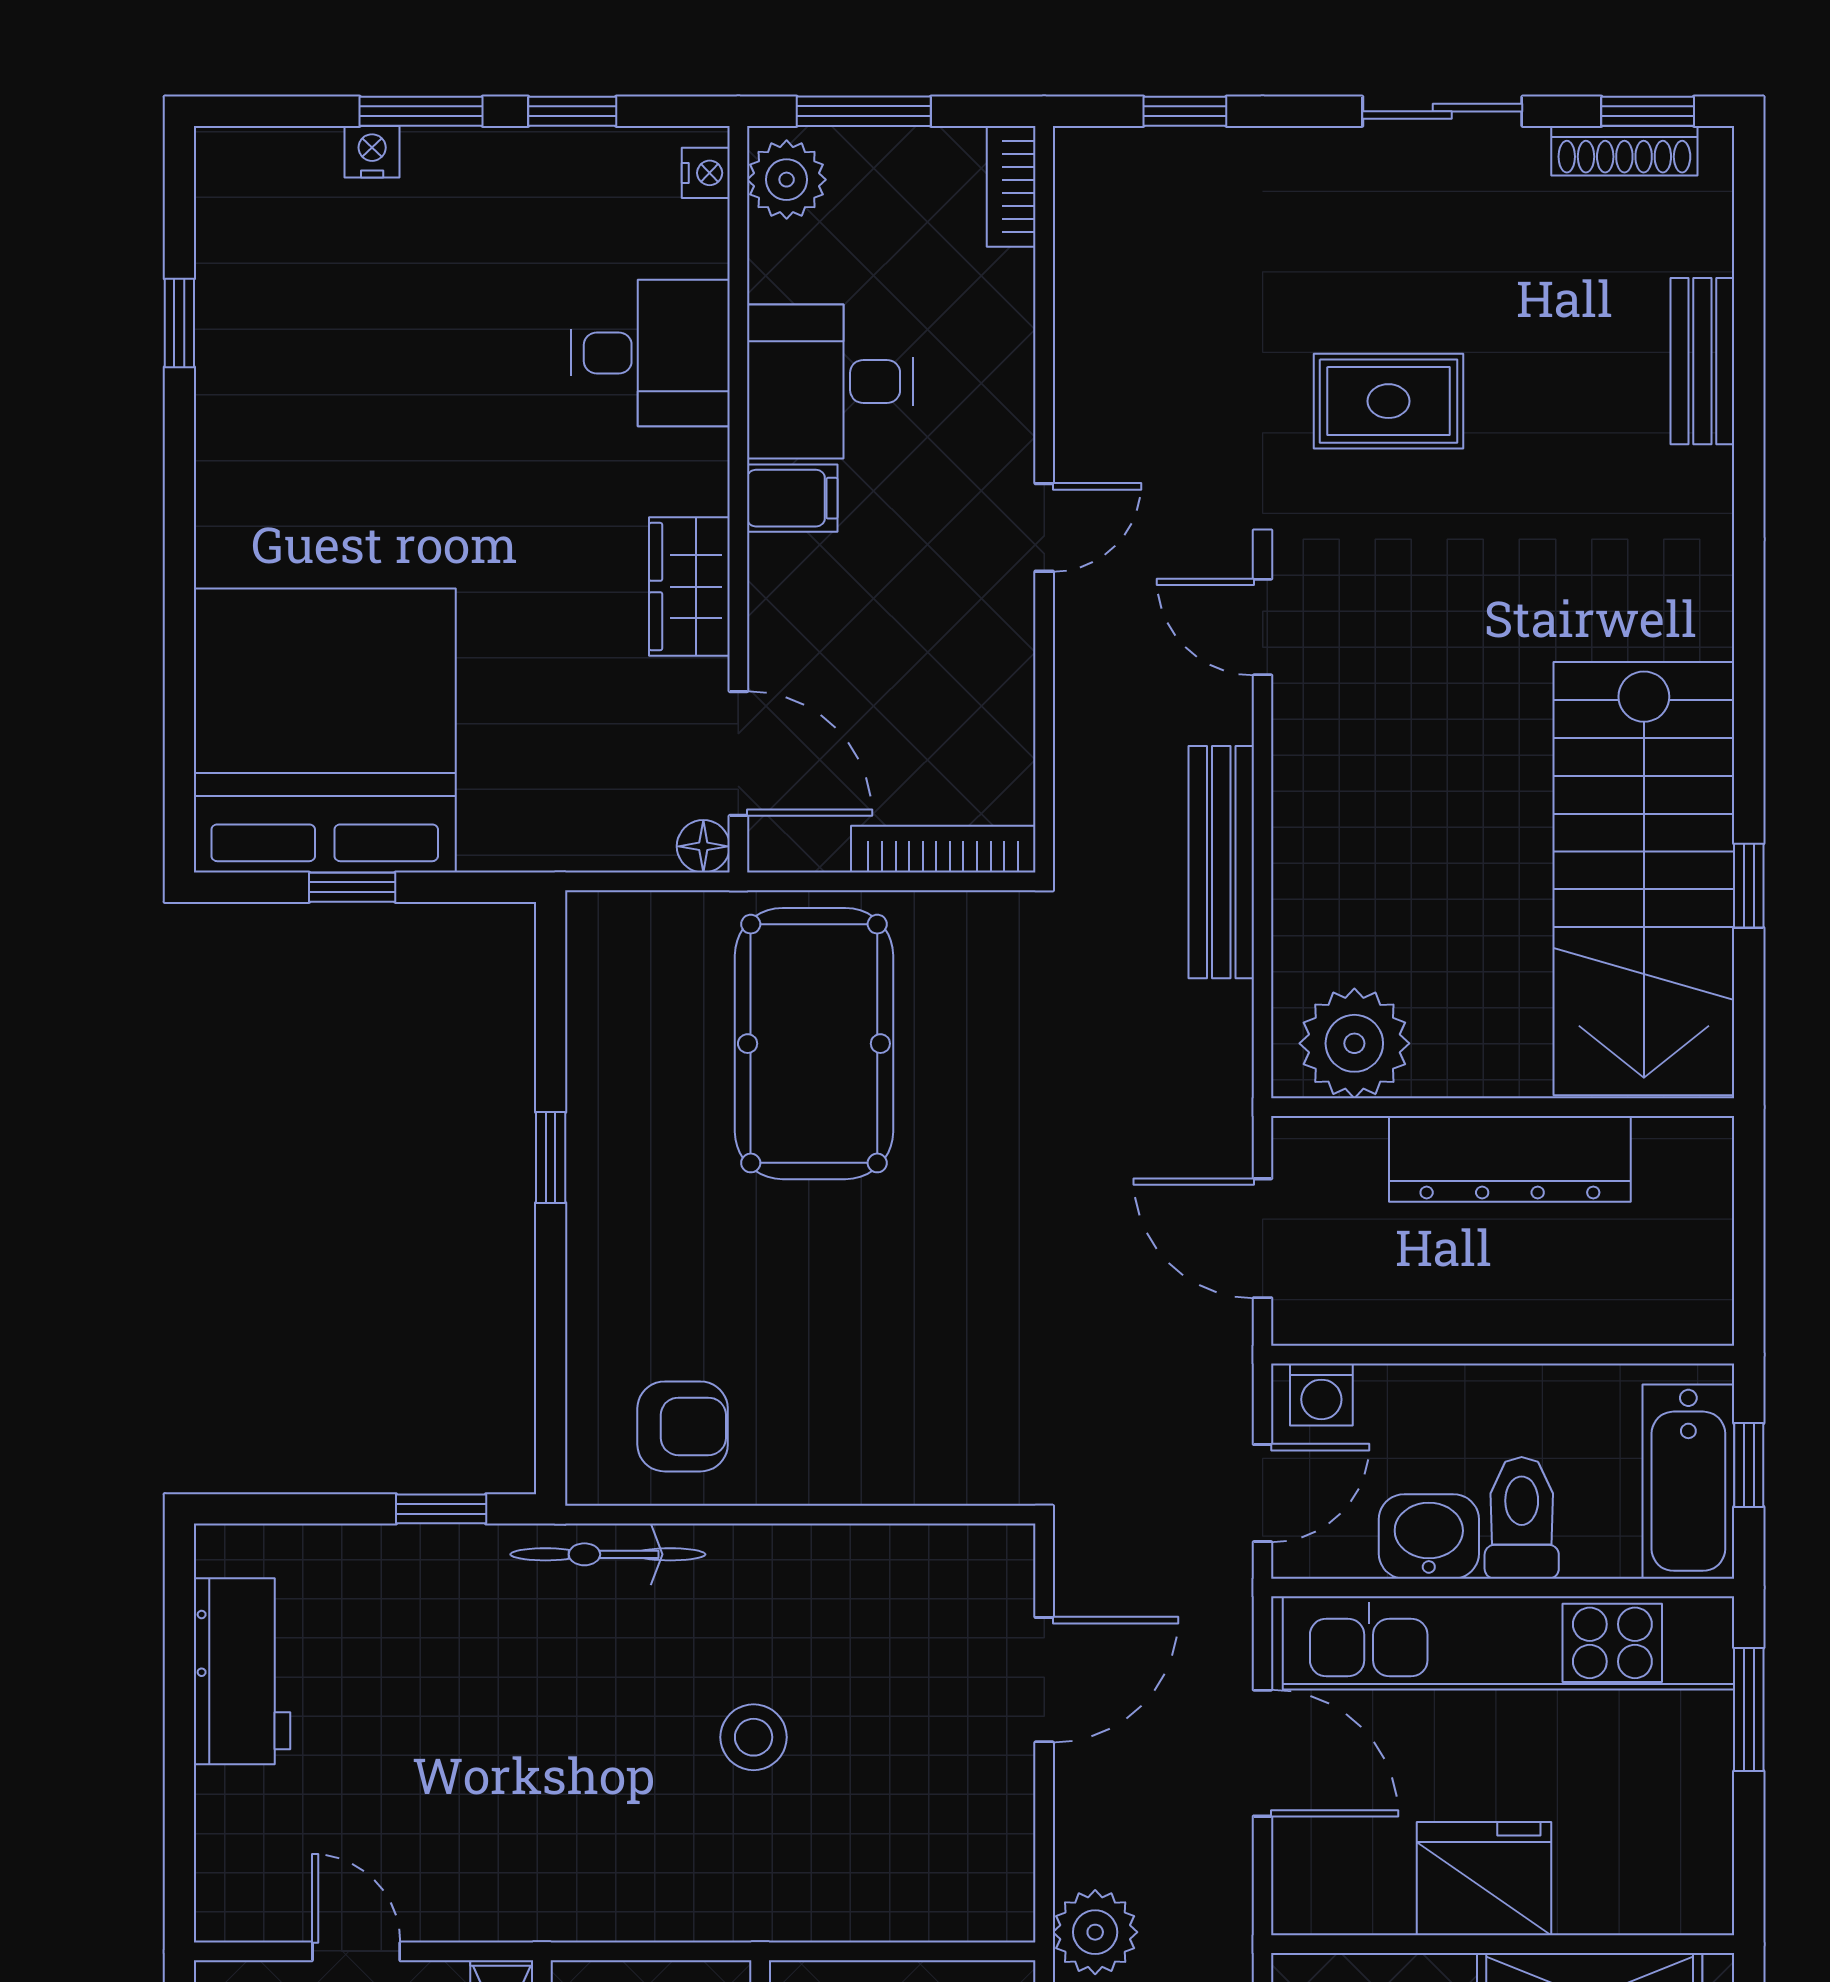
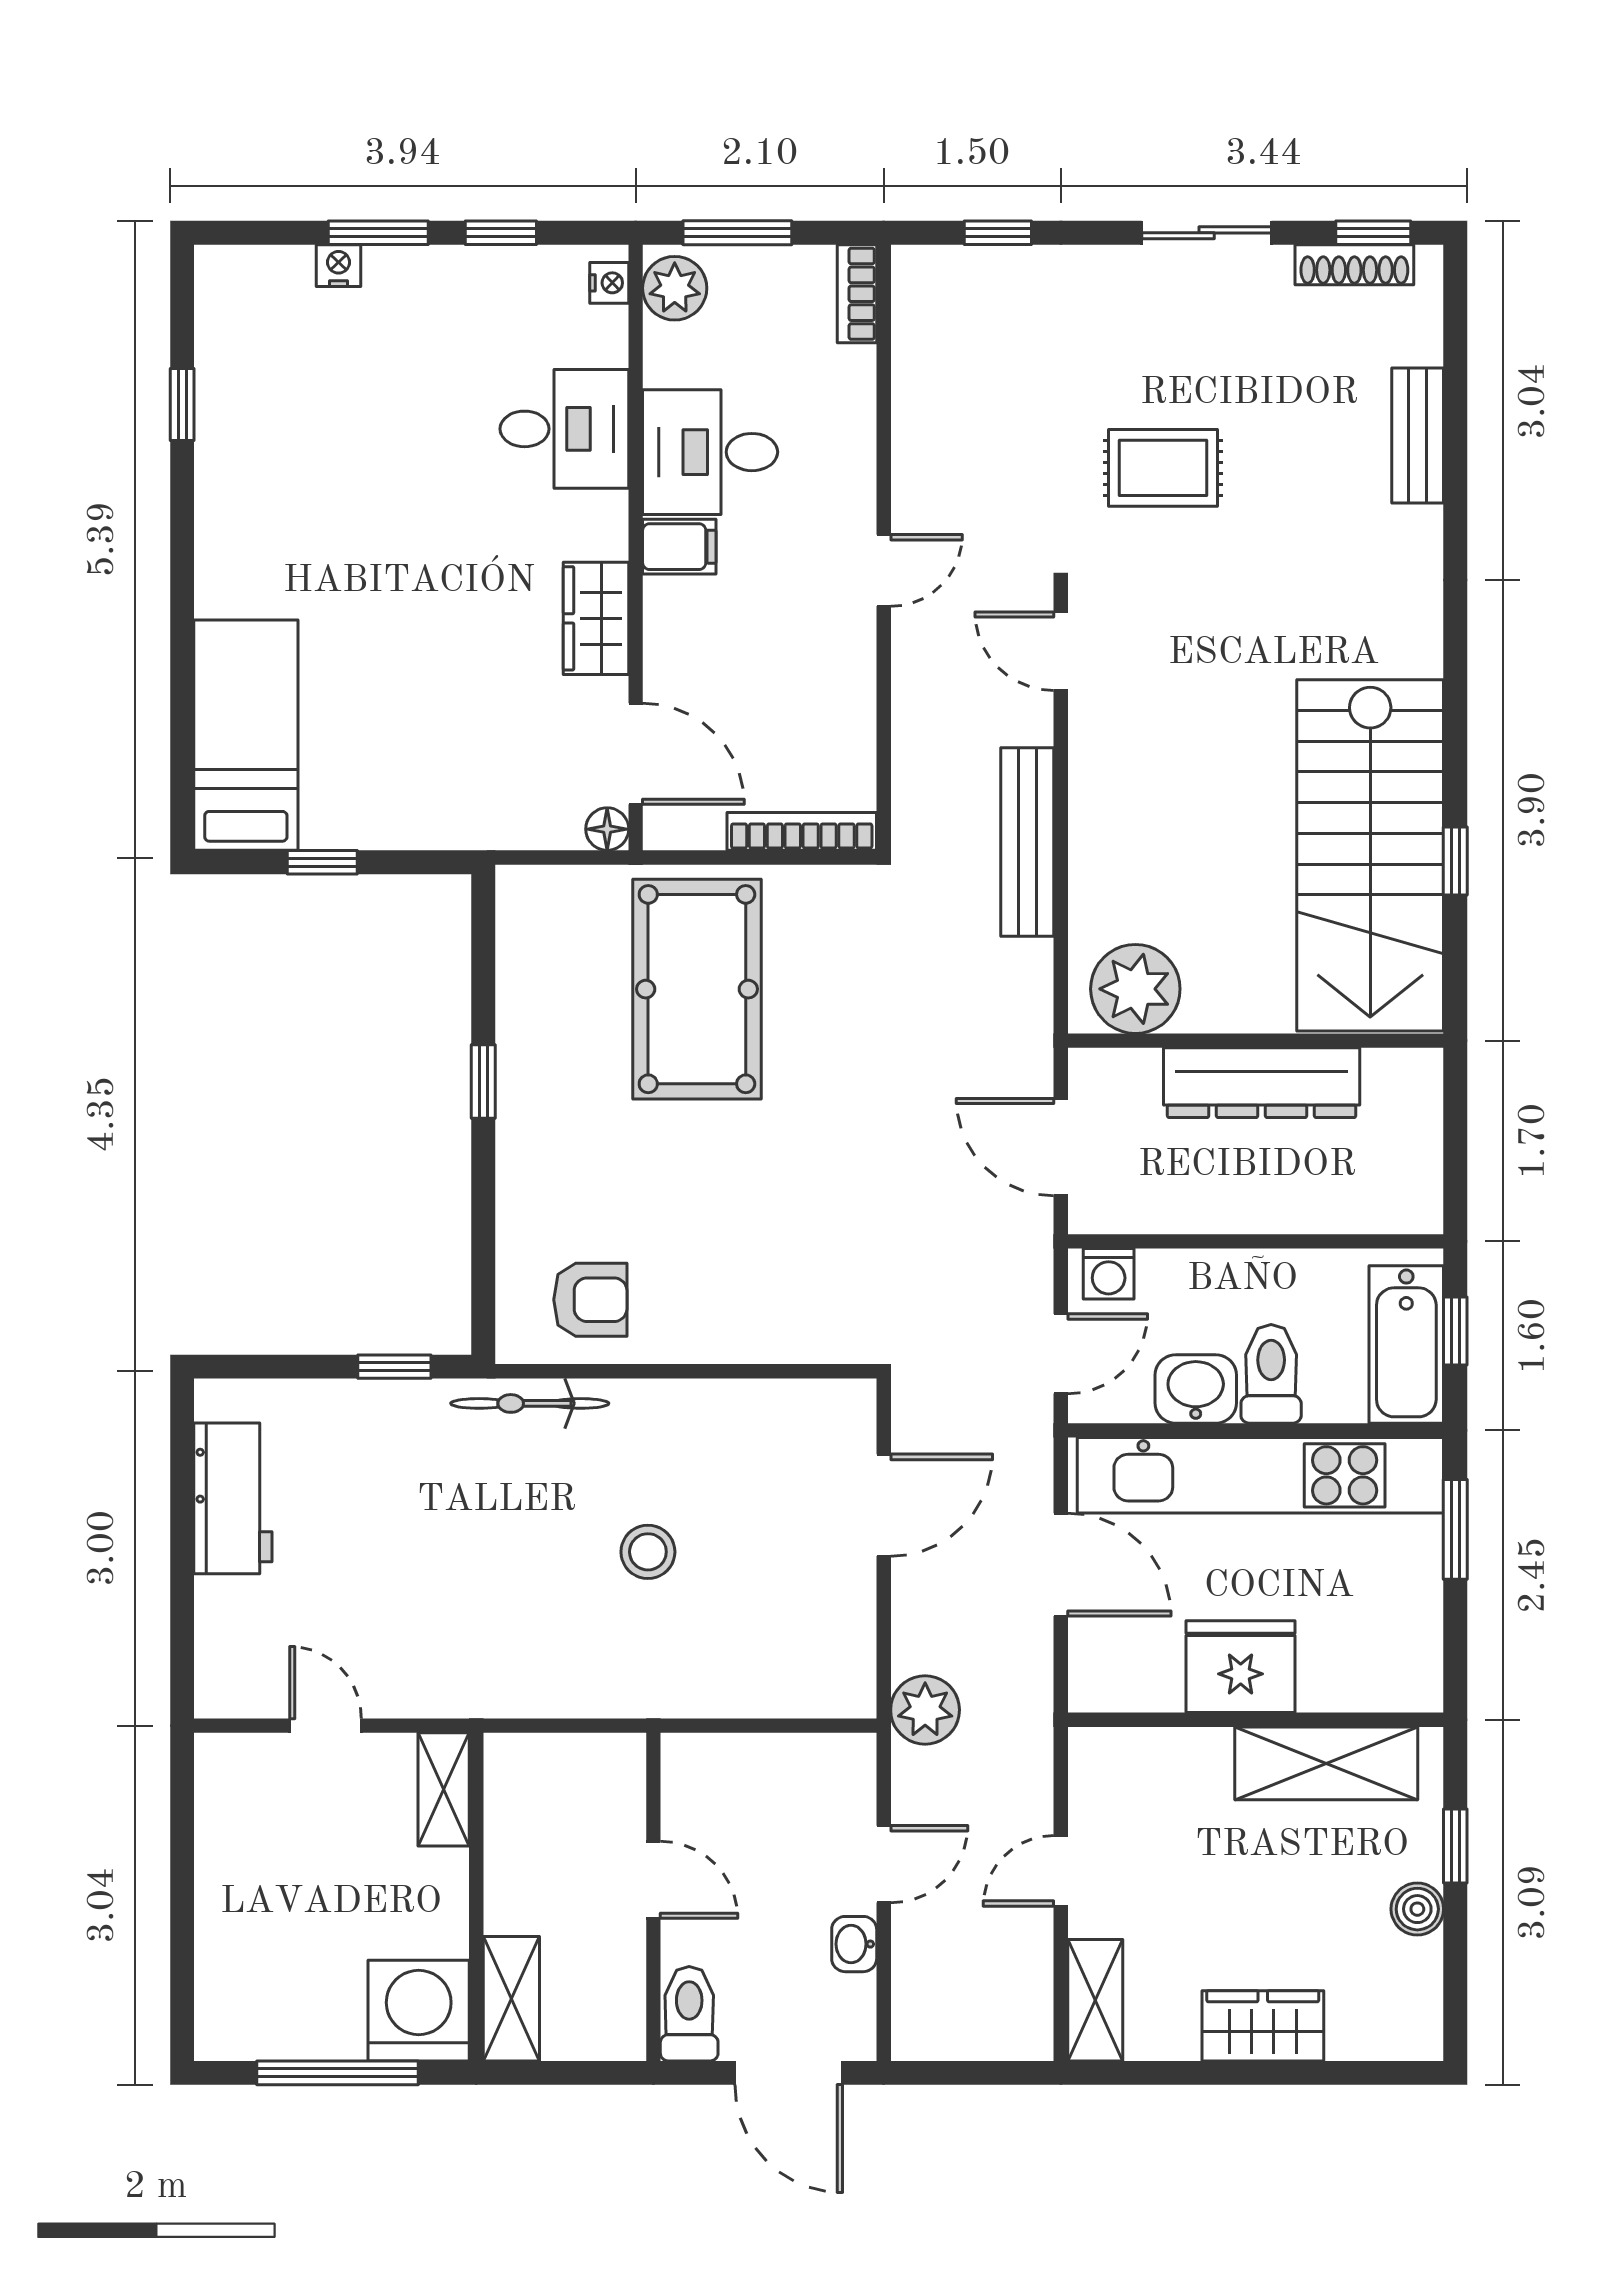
bed: (325, 731) -> (246, 735), width x0.49

